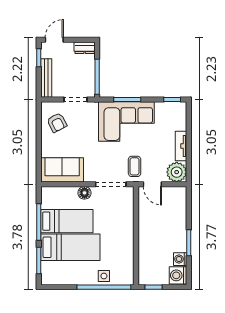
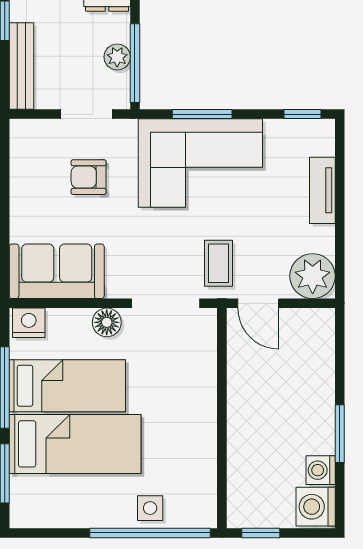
plant: (89, 74) -> (117, 57), added
armchair: (57, 123) -> (89, 177), moved, turned 117
tv unit: (181, 146) -> (322, 190), moved
nightstand: (50, 193) -> (29, 323), added

